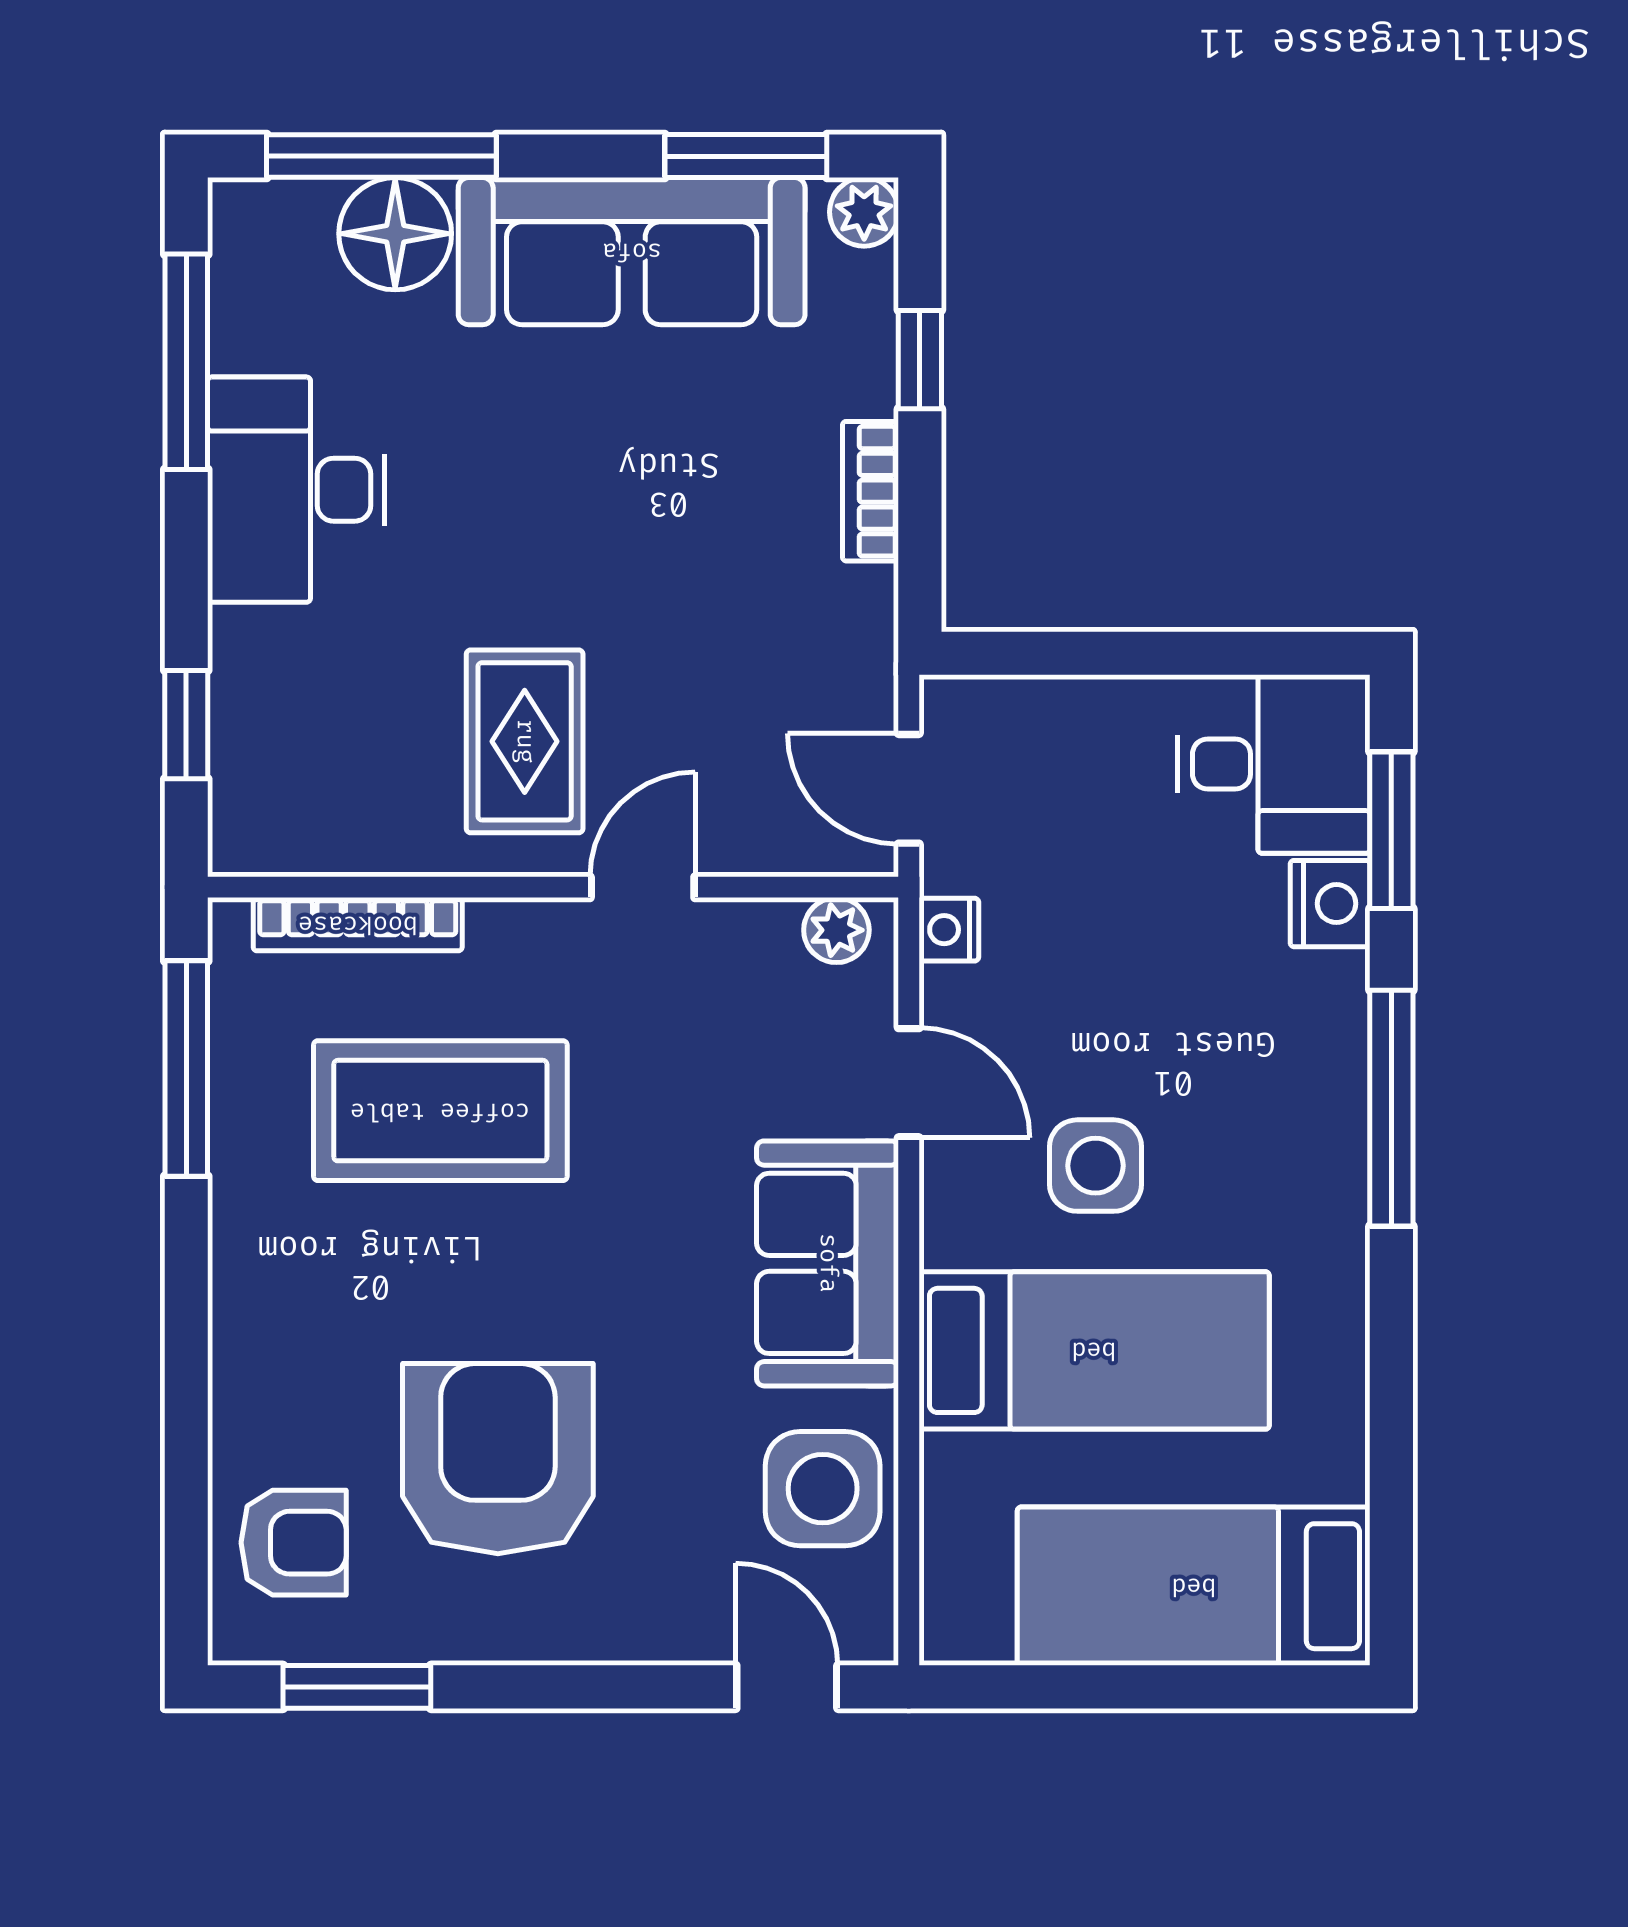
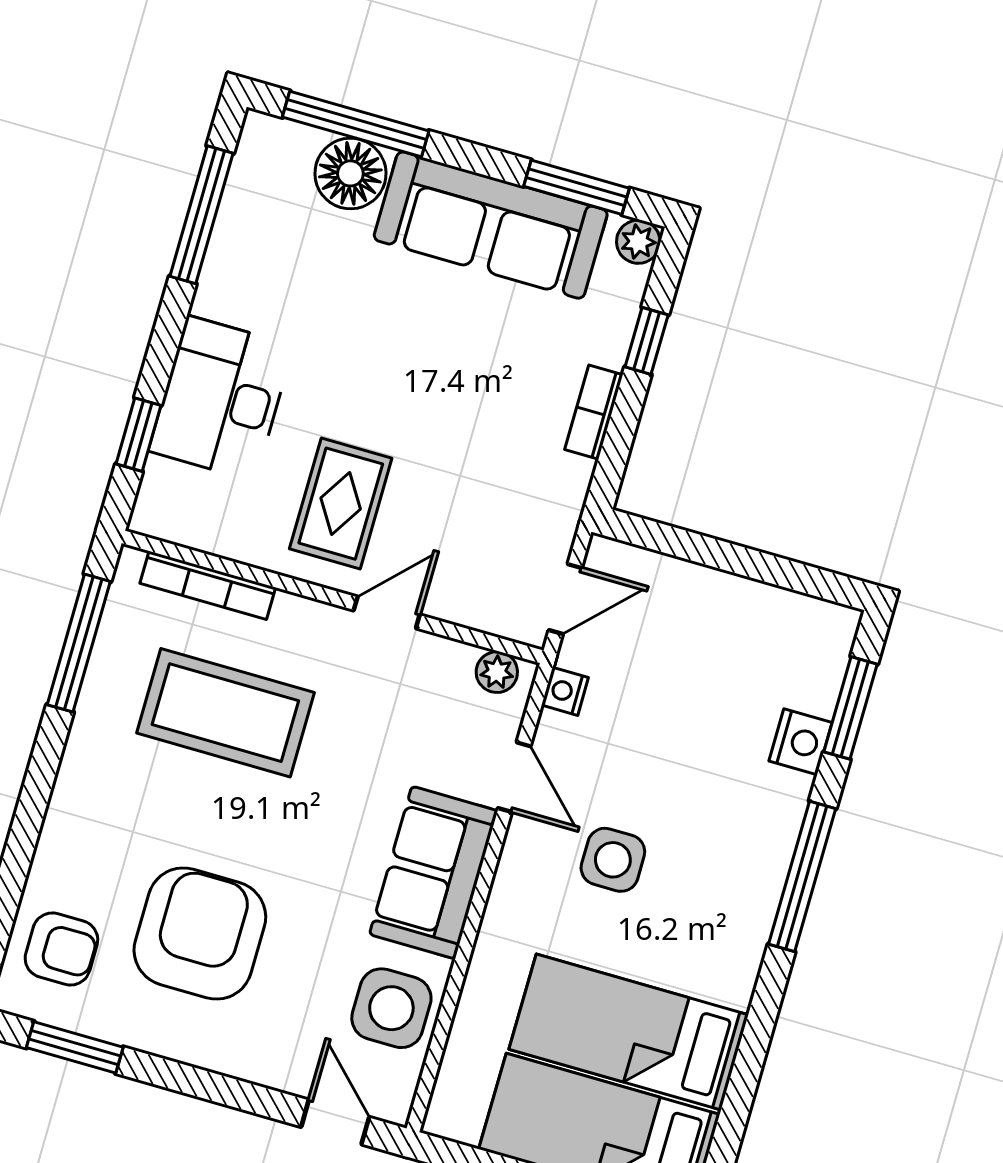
desk: (296, 490) -> (221, 398), moved
desk: (1274, 764) -> (791, 647), removed
door: (909, 789) -> (565, 599), swing flipped
bed: (1094, 1350) -> (629, 1032), moved, turned 180

